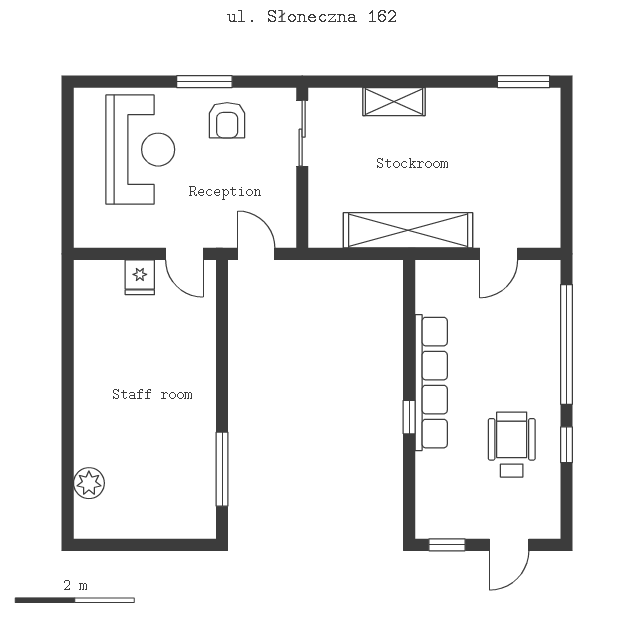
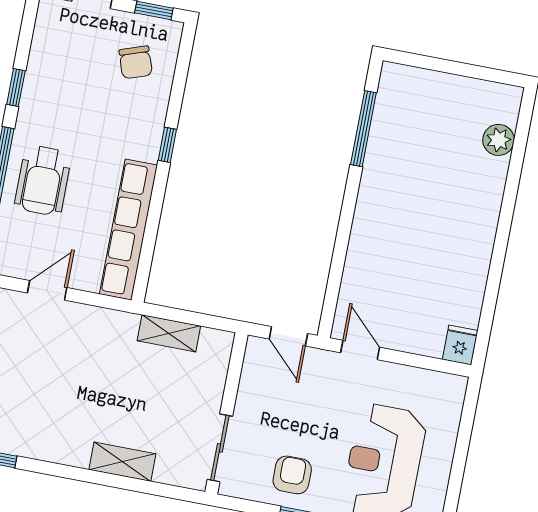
shelving: (408, 230) -> (169, 333), width x0.45, depth x0.75
fridge: (140, 277) -> (460, 345), moved
row of seats: (431, 383) -> (128, 230), moved
wheelchair: (512, 445) -> (43, 181), moved
chair: (455, 491) -> (136, 62), added

